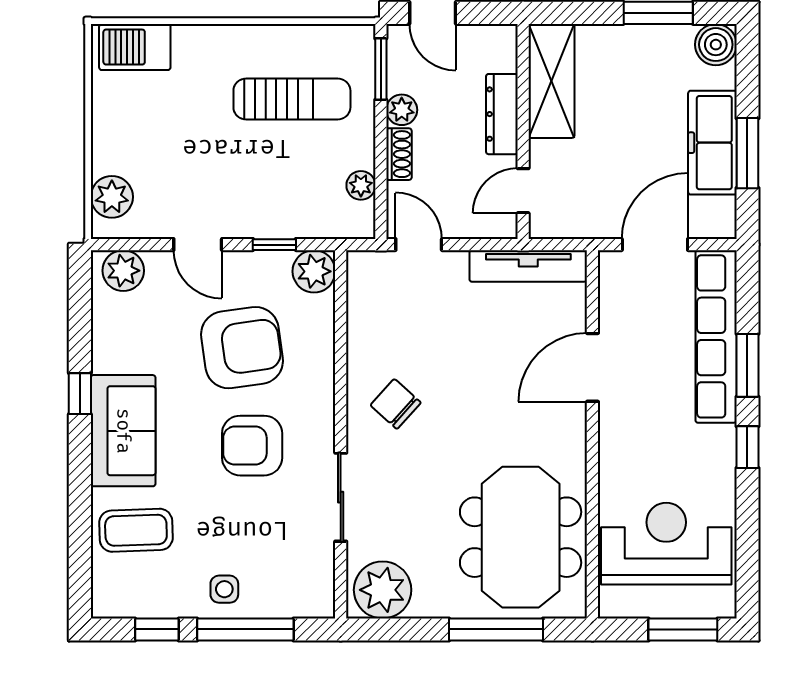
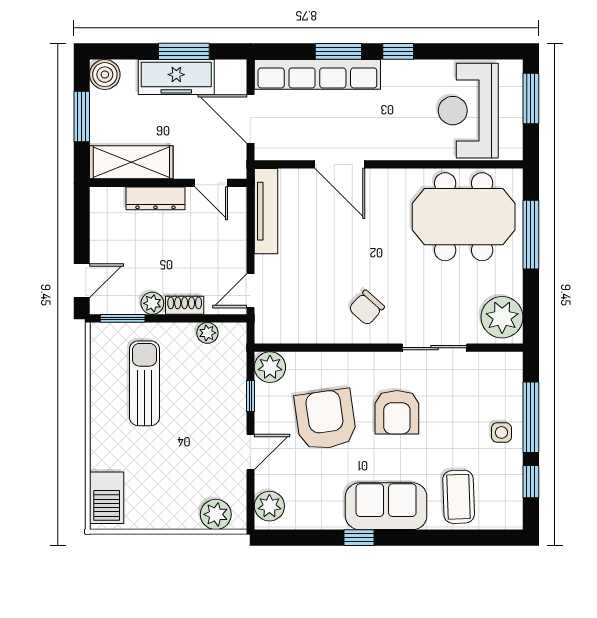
shelving: (551, 81) -> (131, 162), moved
dresser: (502, 114) -> (155, 198), moved
wall: (523, 131) -> (168, 183), moved
door: (523, 191) -> (211, 183), moved

